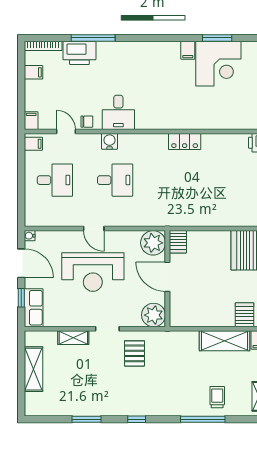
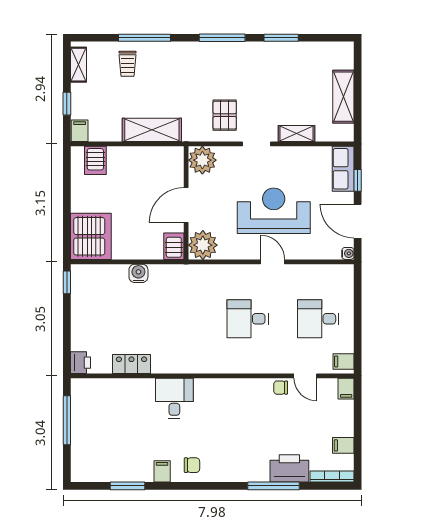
chair: (162, 56) -> (192, 465), added
corner desk: (218, 64) -> (126, 456), removed
desk: (118, 112) -> (174, 398), moved
water cooler: (110, 141) -> (138, 273), moved, turned 180
locker: (185, 142) -> (131, 364), moved
door: (167, 277) -> (186, 205), swing flipped
shelving: (225, 341) -> (152, 130), moved
window: (137, 419) -> (222, 38), width x2.17

